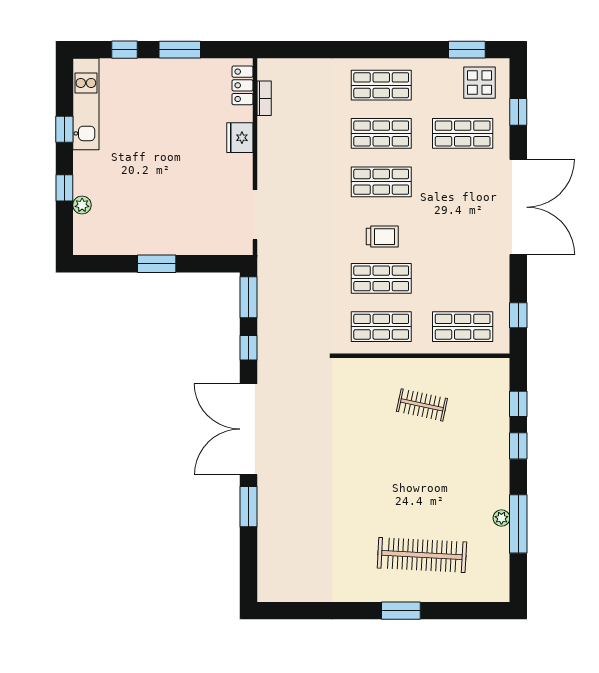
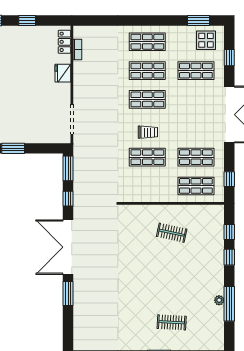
window: (180, 50) -> (27, 21), width x0.67
shop shelf: (381, 327) -> (196, 157), moved
clothes rail: (422, 555) -> (172, 322), width x0.54, depth x0.76

